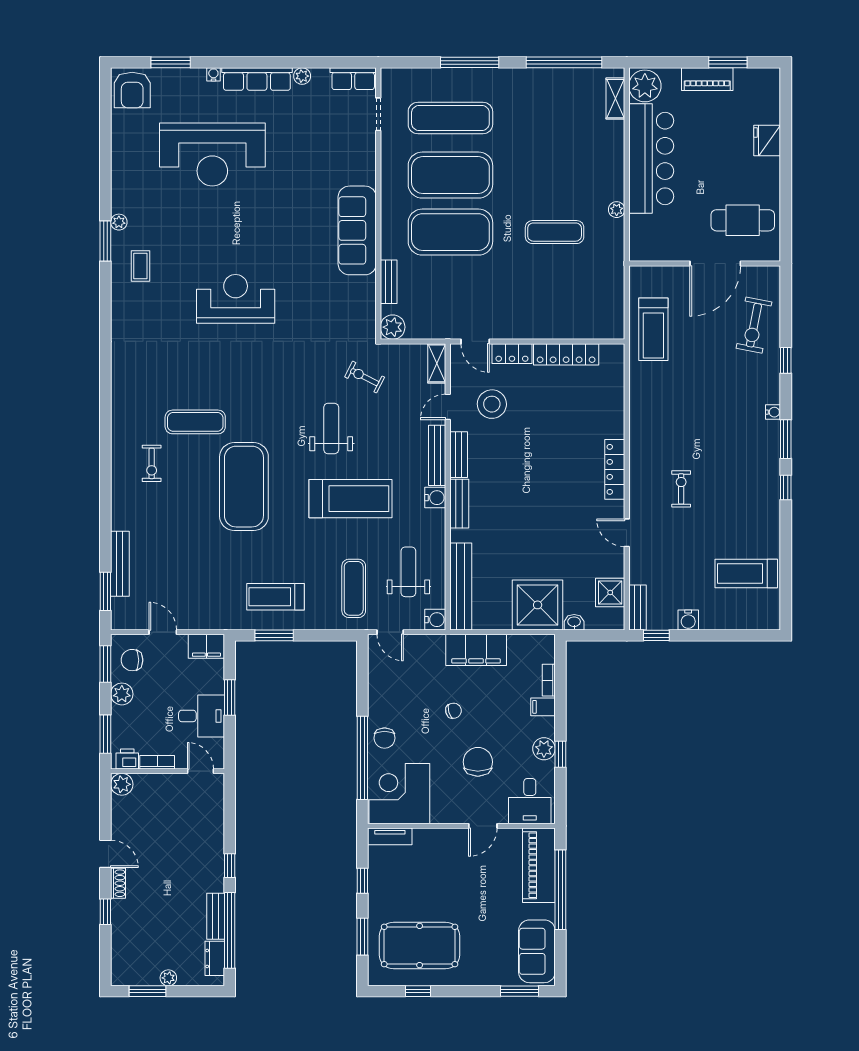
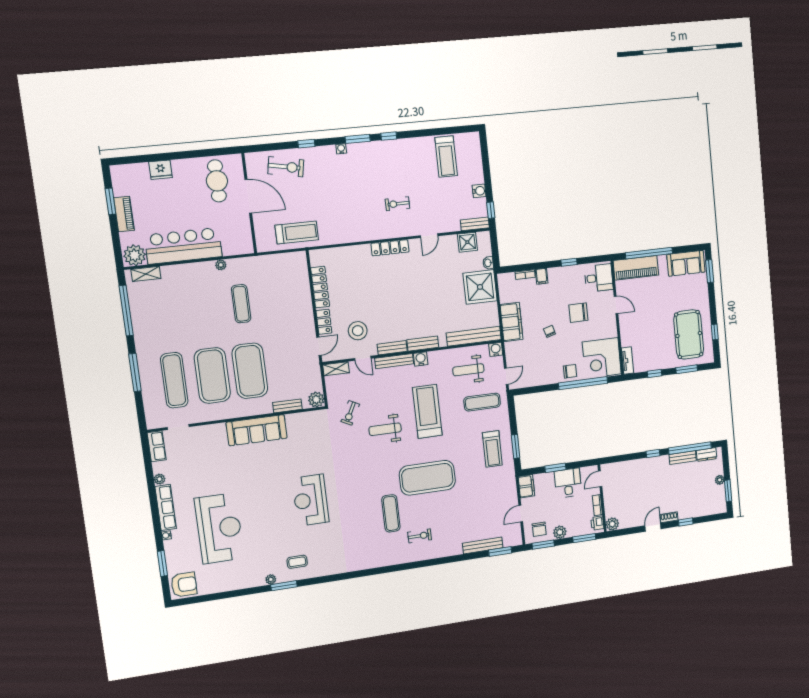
plant: (544, 749) -> (567, 273), removed

